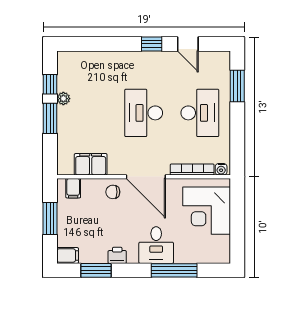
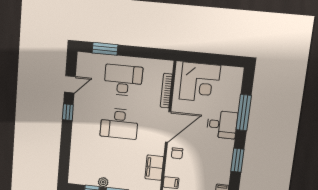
water cooler: (221, 169) -> (168, 68), removed
printer: (117, 255) -> (226, 155), removed
window: (96, 270) -> (237, 160), moved

